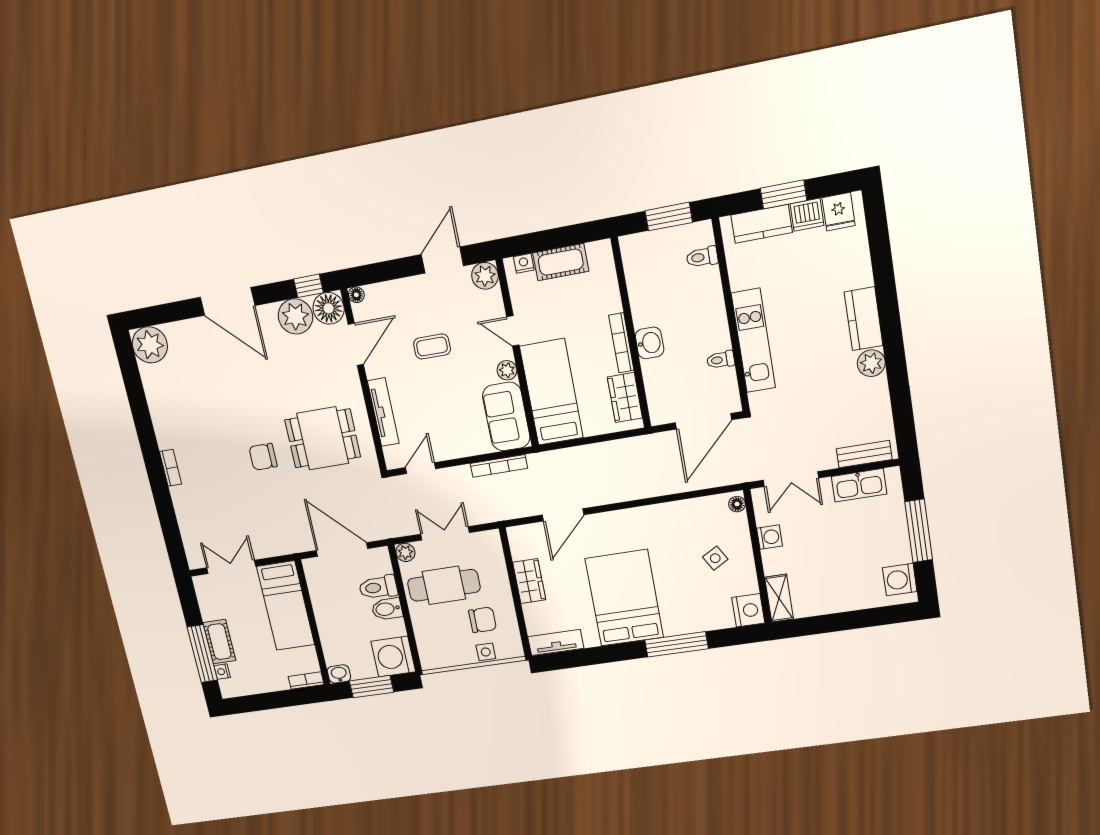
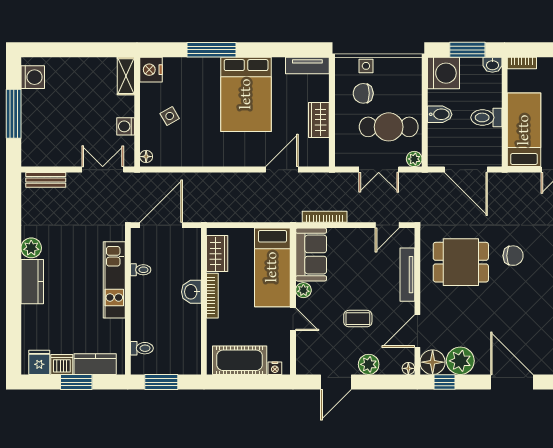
cot: (561, 262) -> (240, 360), width x1.37, depth x1.34
plant: (485, 276) -> (369, 364), moved
kitchen sink: (859, 485) -> (53, 156), removed
toilet: (378, 587) -> (486, 117), moved, turned 180

